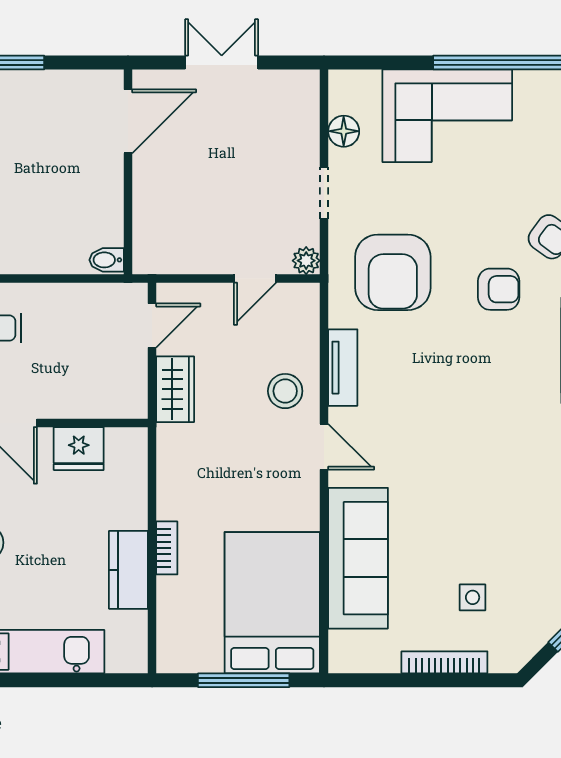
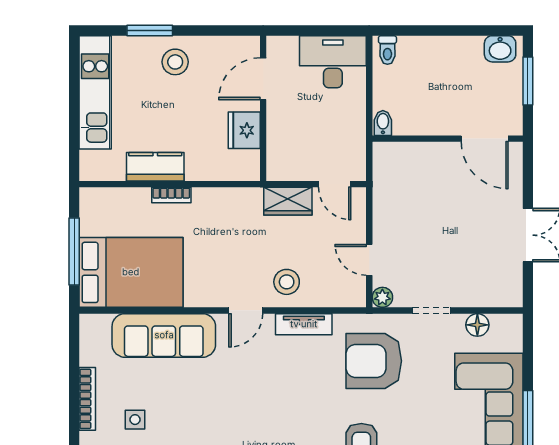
door: (128, 121) -> (485, 139), moved
wall: (128, 172) -> (448, 139), moved
bidet: (107, 260) -> (383, 123), moved

